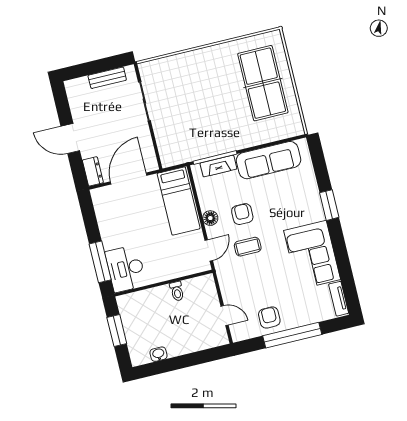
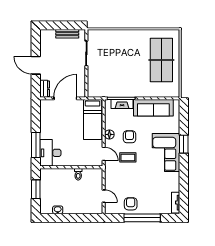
door: (209, 250) -> (104, 154), hinge flipped
corner sofa: (312, 255) -> (166, 153), moved

